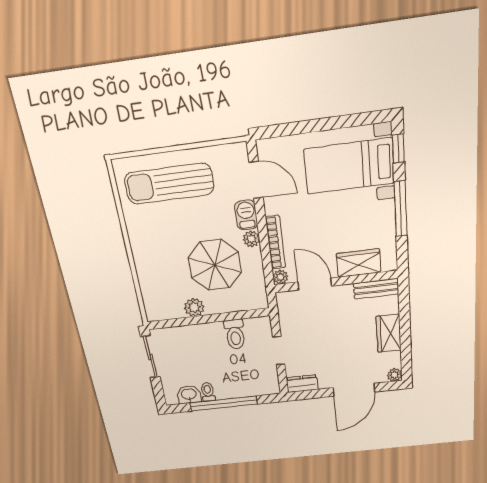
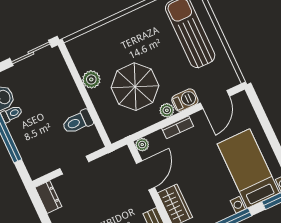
bookcase: (275, 243) -> (178, 127), width x0.64

